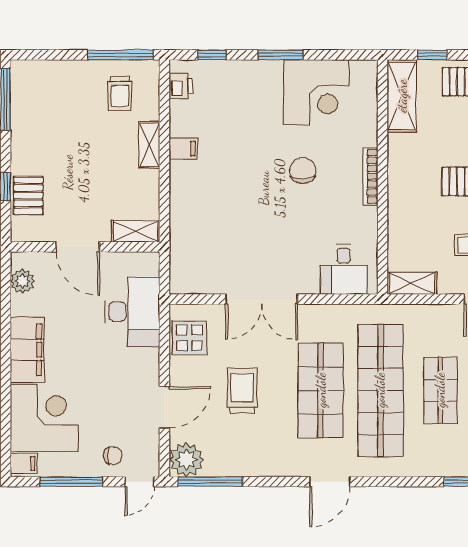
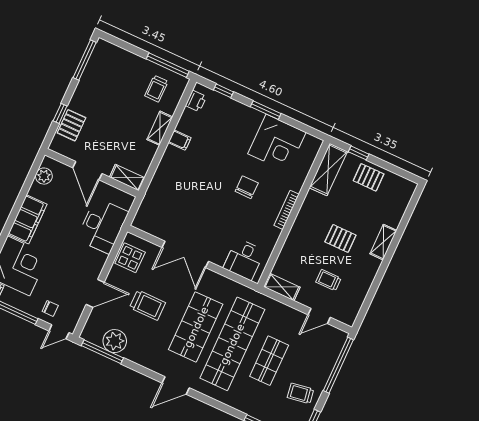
trolley: (242, 391) -> (147, 305), turned 90
plant: (186, 460) -> (115, 341), moved

